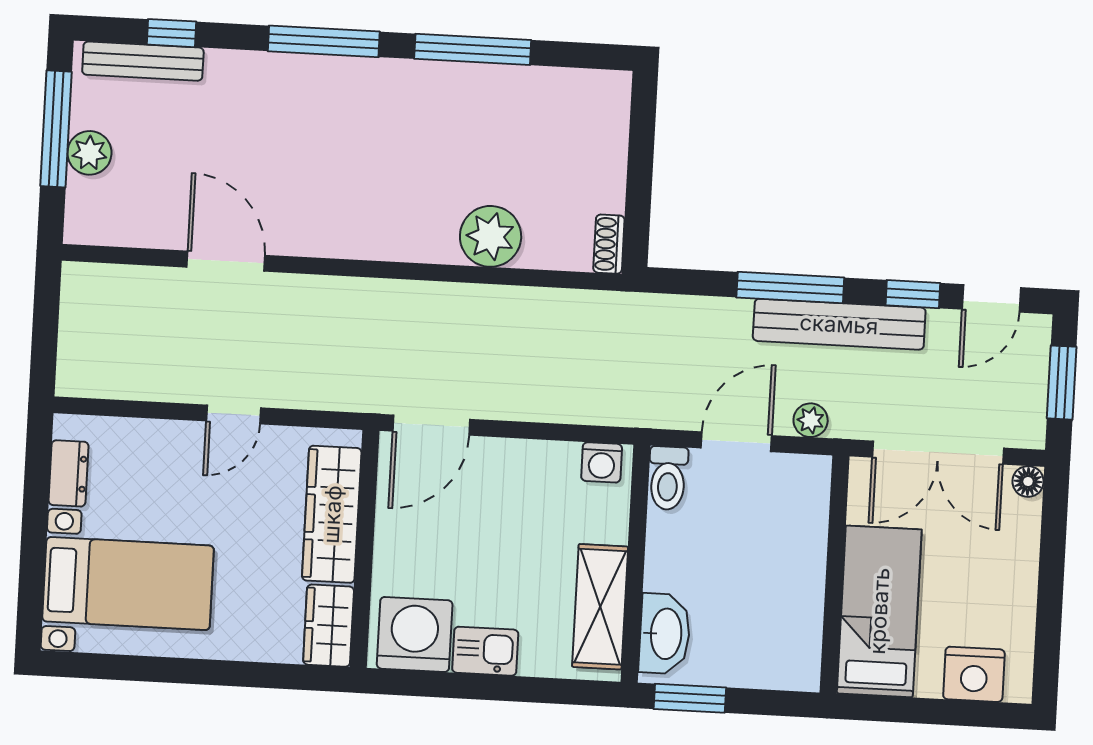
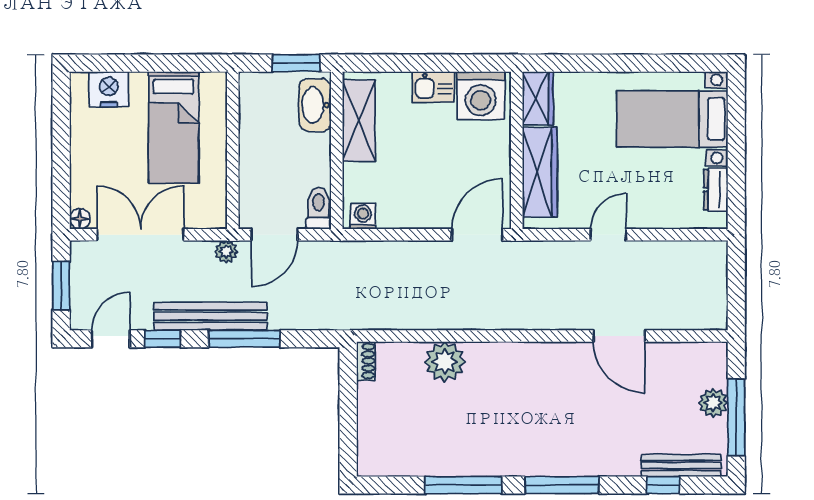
wall: (835, 574) -> (233, 150), moved

